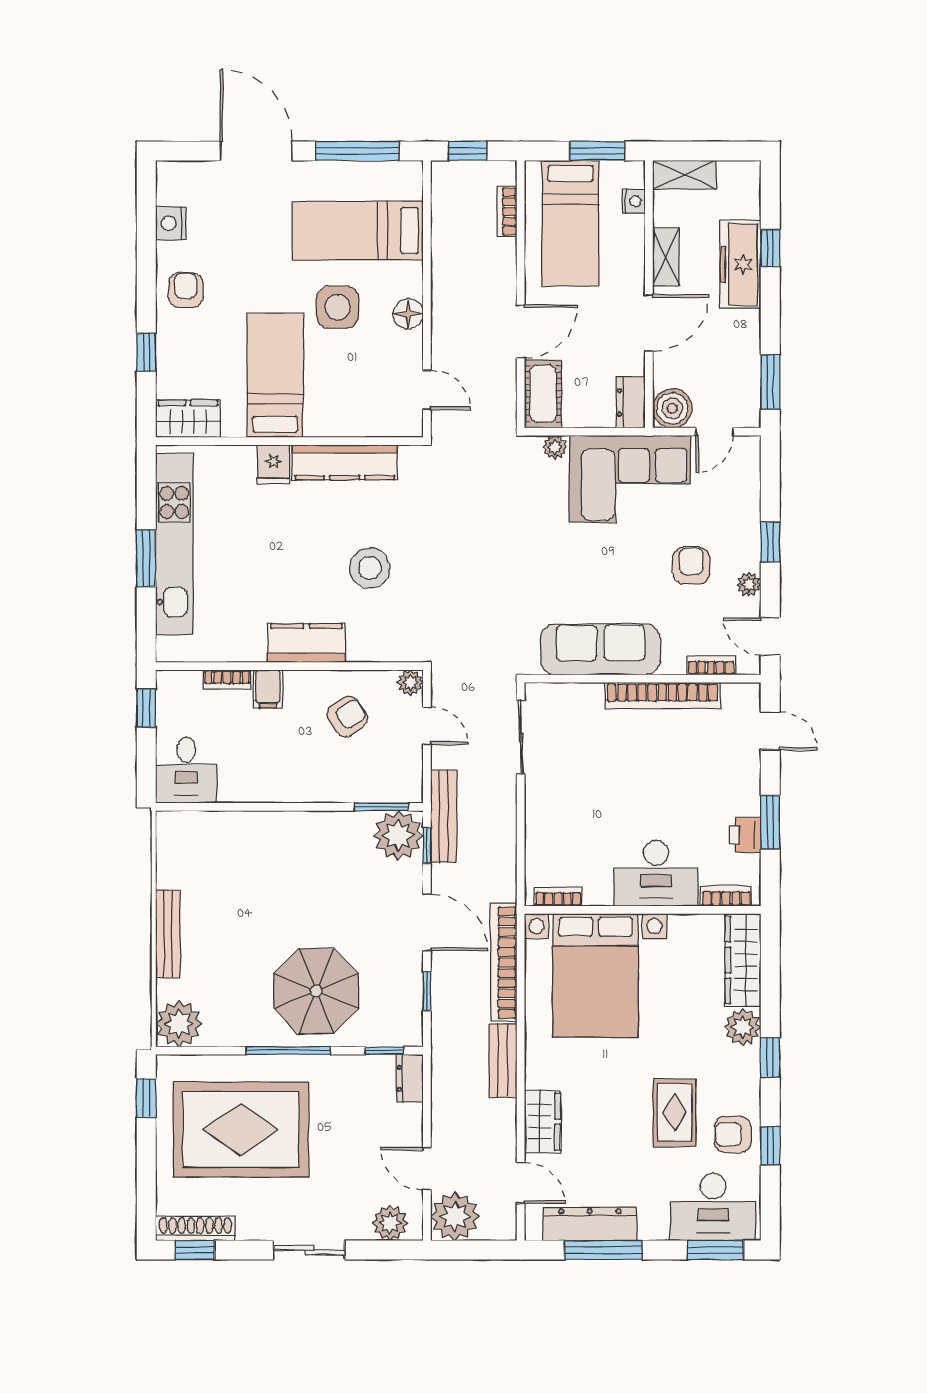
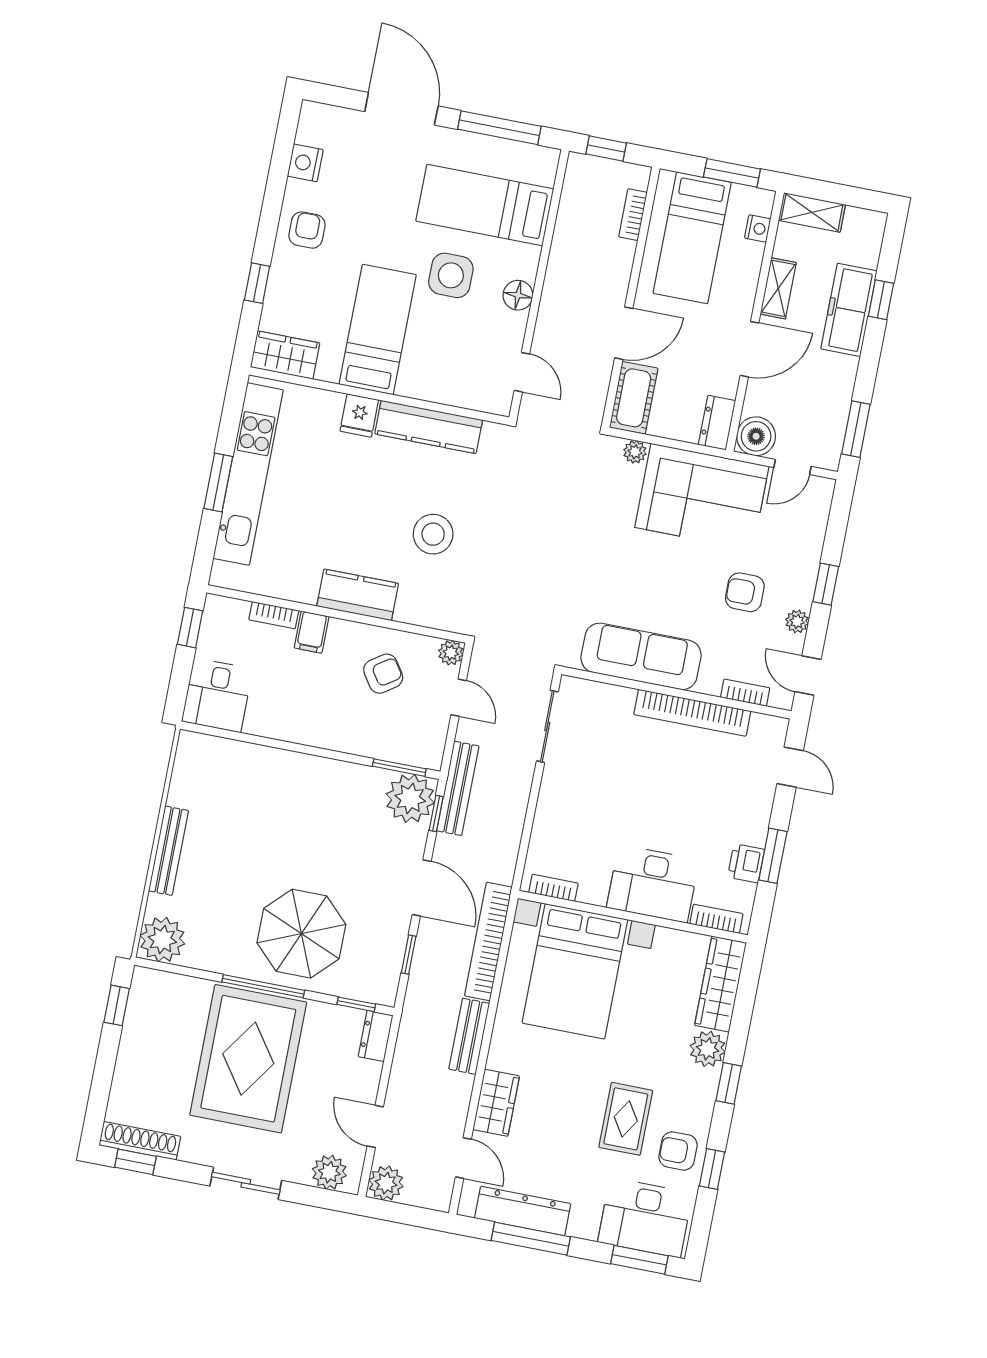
armchair: (691, 566) -> (745, 592), turned -90
rug: (241, 1129) -> (248, 1059), moved, turned 90
plant: (455, 1216) -> (386, 1183), width x0.73, depth x0.73

